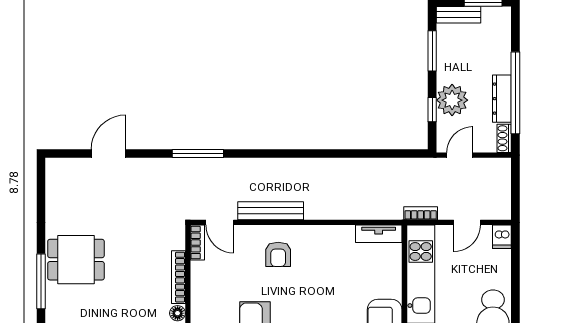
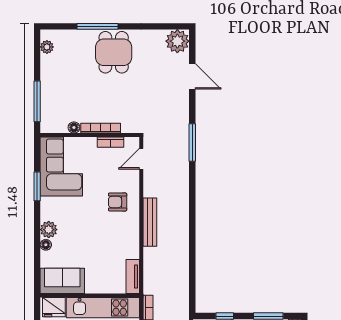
plant: (61, 173) -> (177, 41), added
bench: (271, 211) -> (150, 222), moved
bookcase: (197, 243) -> (111, 142), moved

